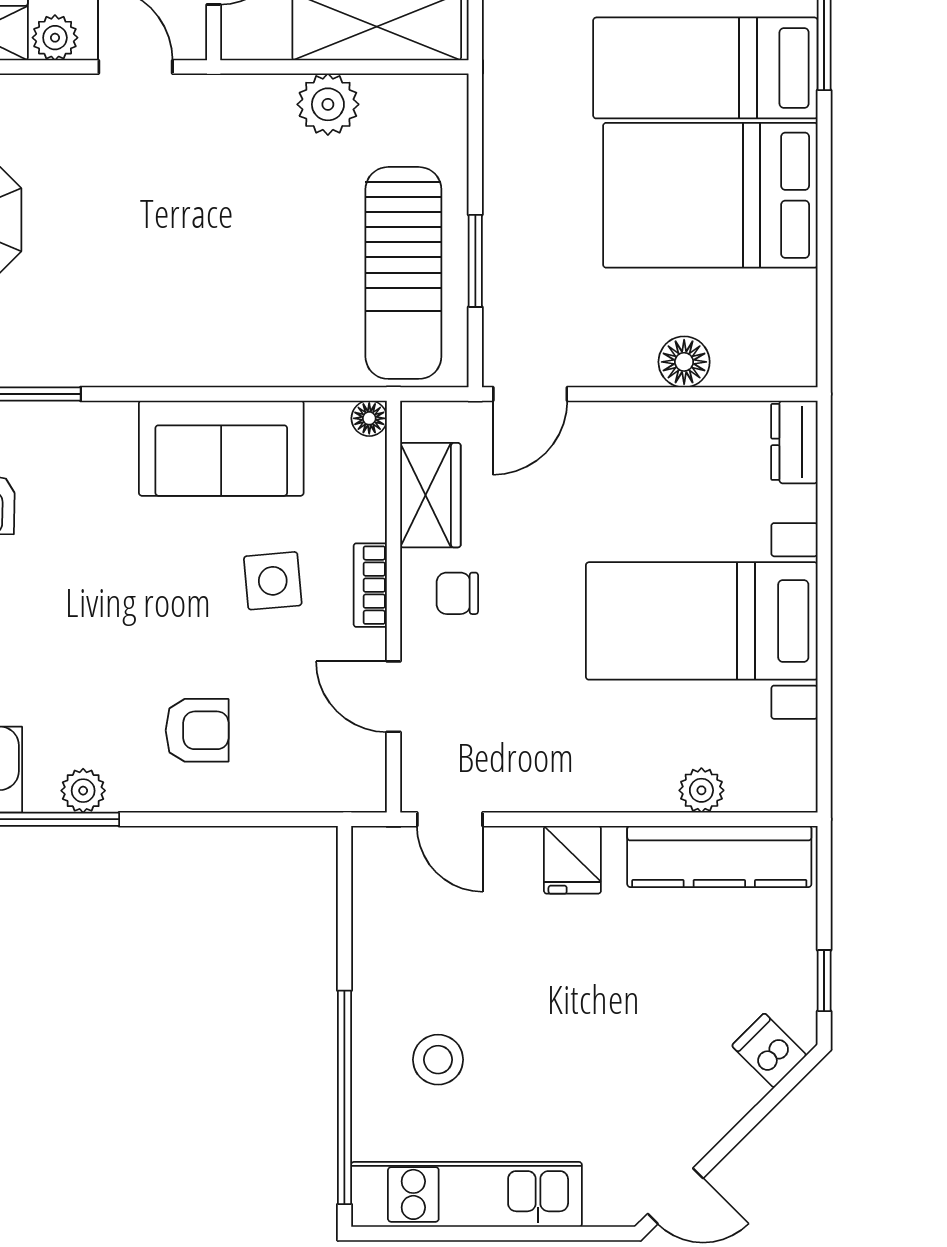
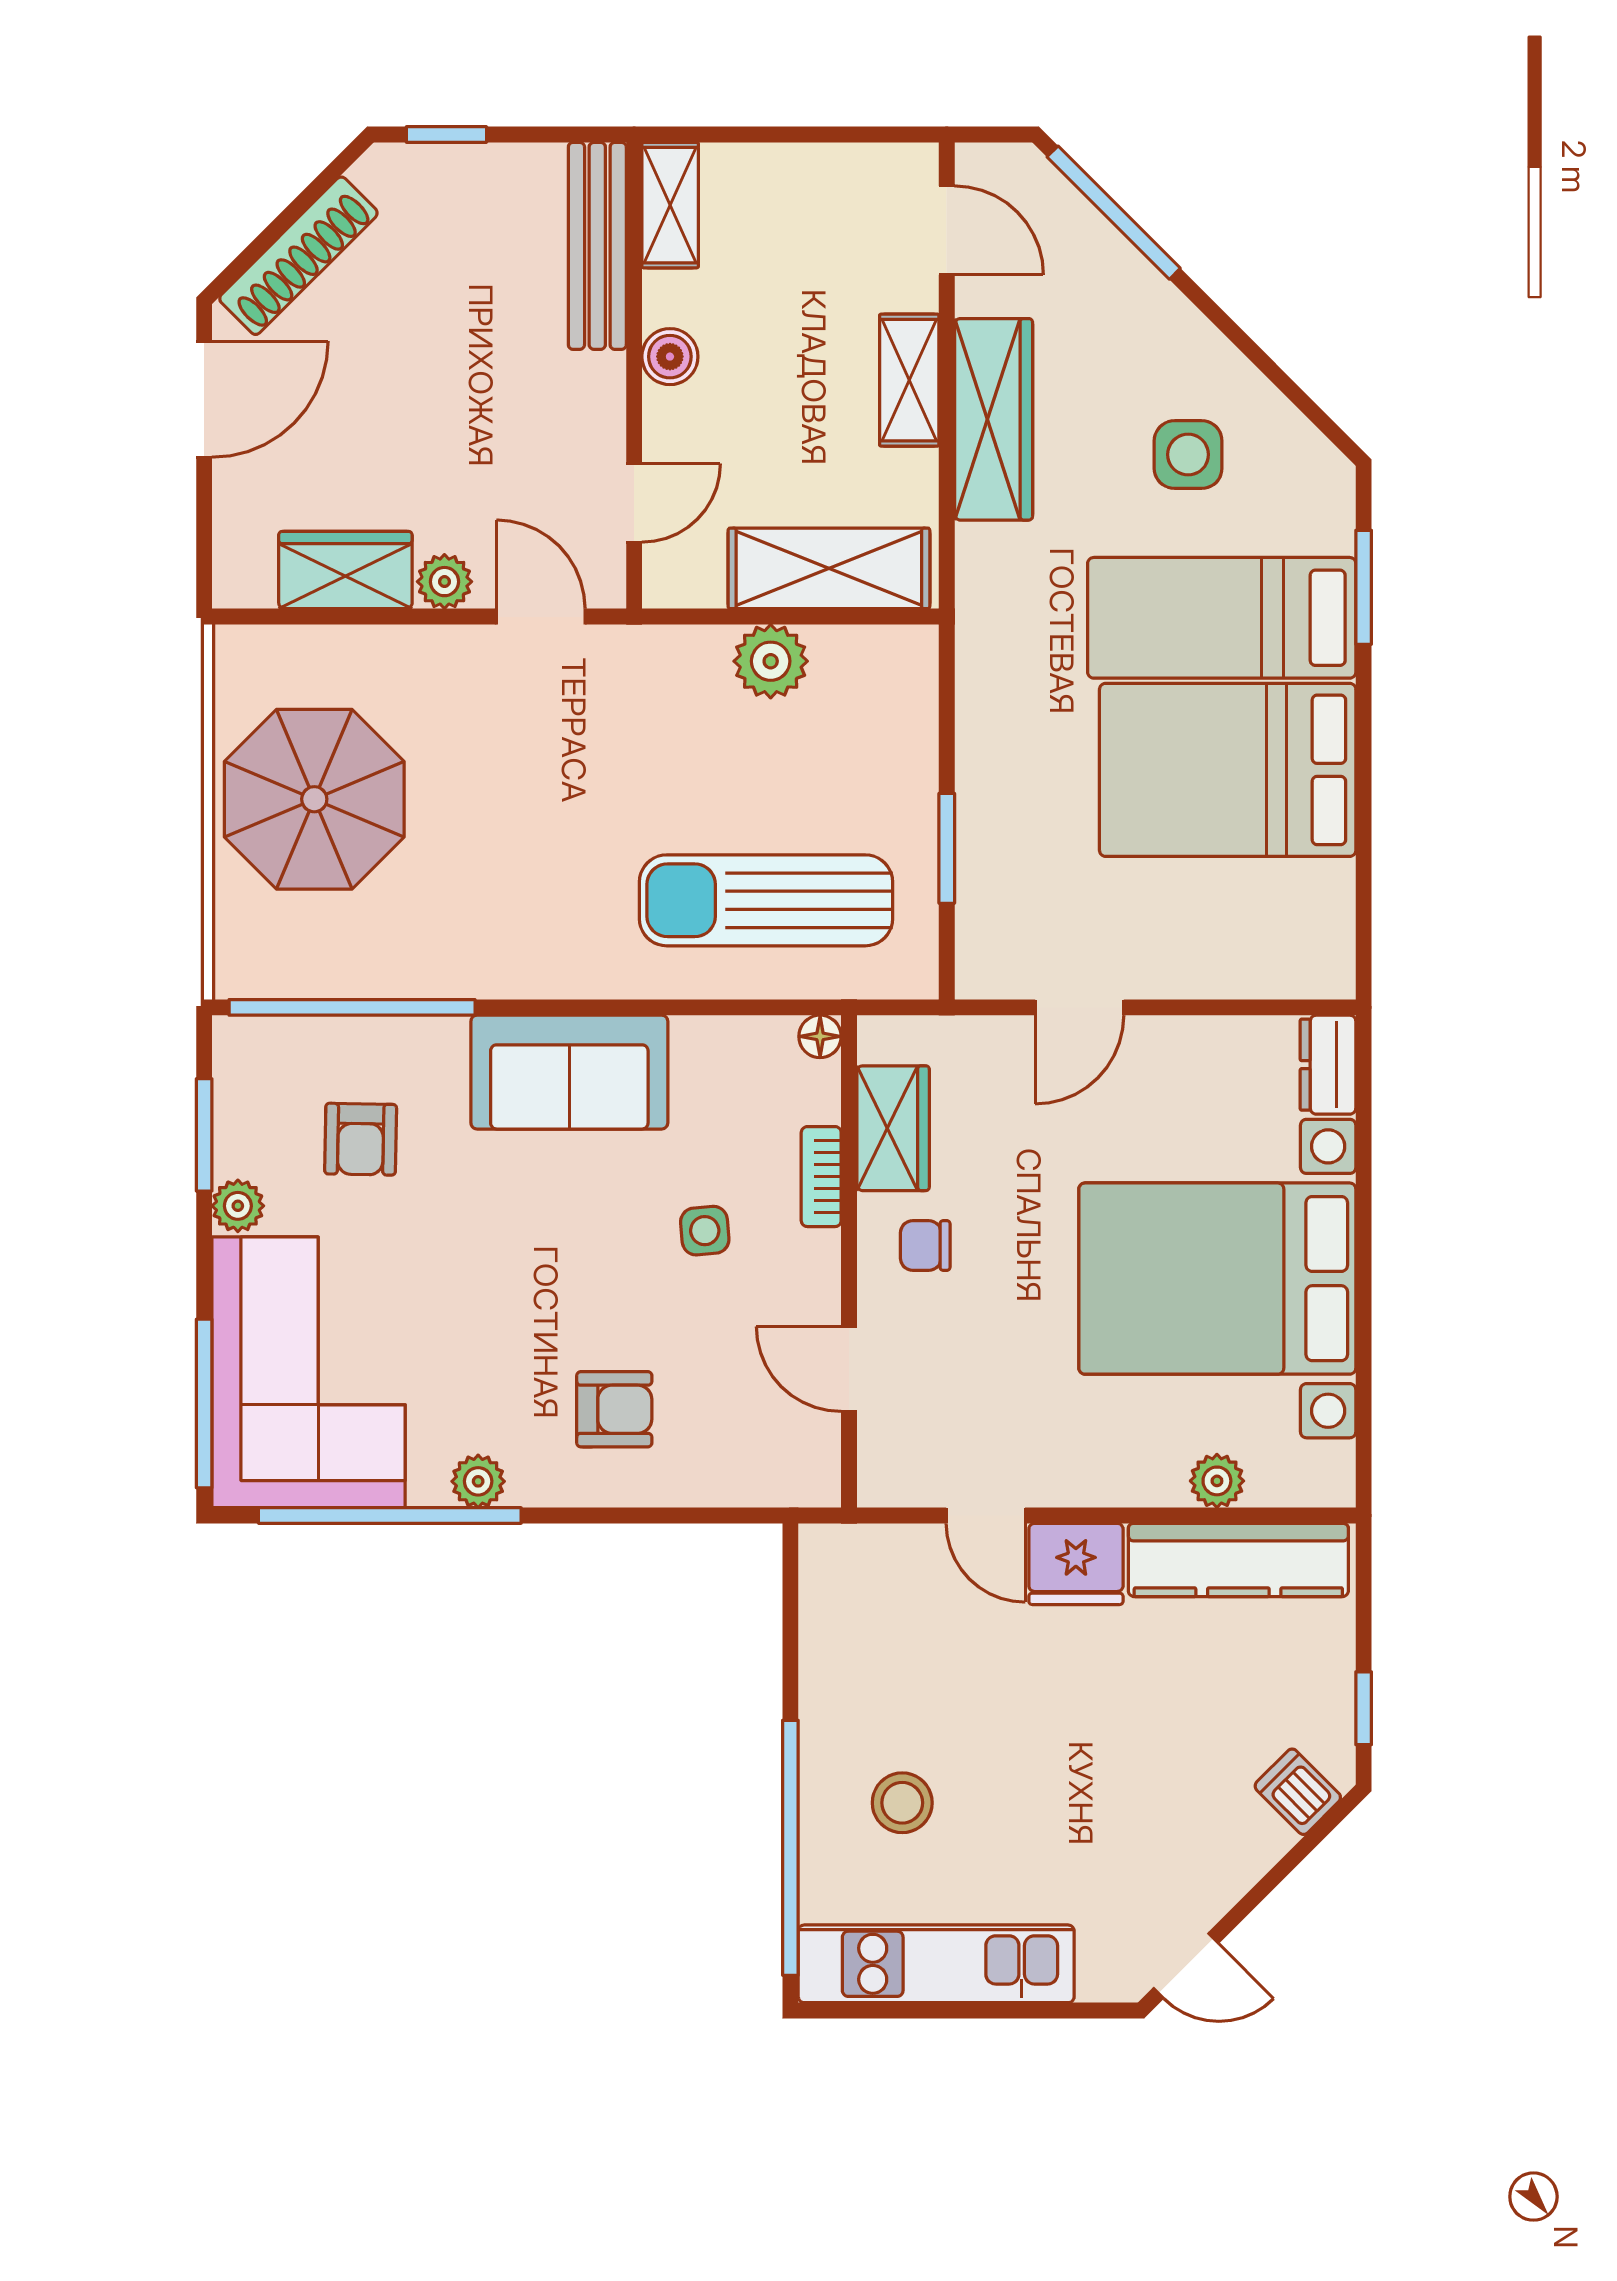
sun lounger: (403, 273) -> (766, 900), moved, turned 90
floor lamp: (684, 362) -> (1196, 969), removed
door: (530, 394) -> (1079, 1007), moved
sofa: (221, 448) -> (569, 1072), moved
side table: (273, 581) -> (705, 1231), width x0.73, depth x0.73
bookcase: (370, 585) -> (821, 1177), moved
bed with nightstands: (702, 621) -> (1217, 1279), width x1.36
door: (450, 819) -> (986, 1515), moved
fridge: (572, 860) -> (1076, 1564), width x1.38

